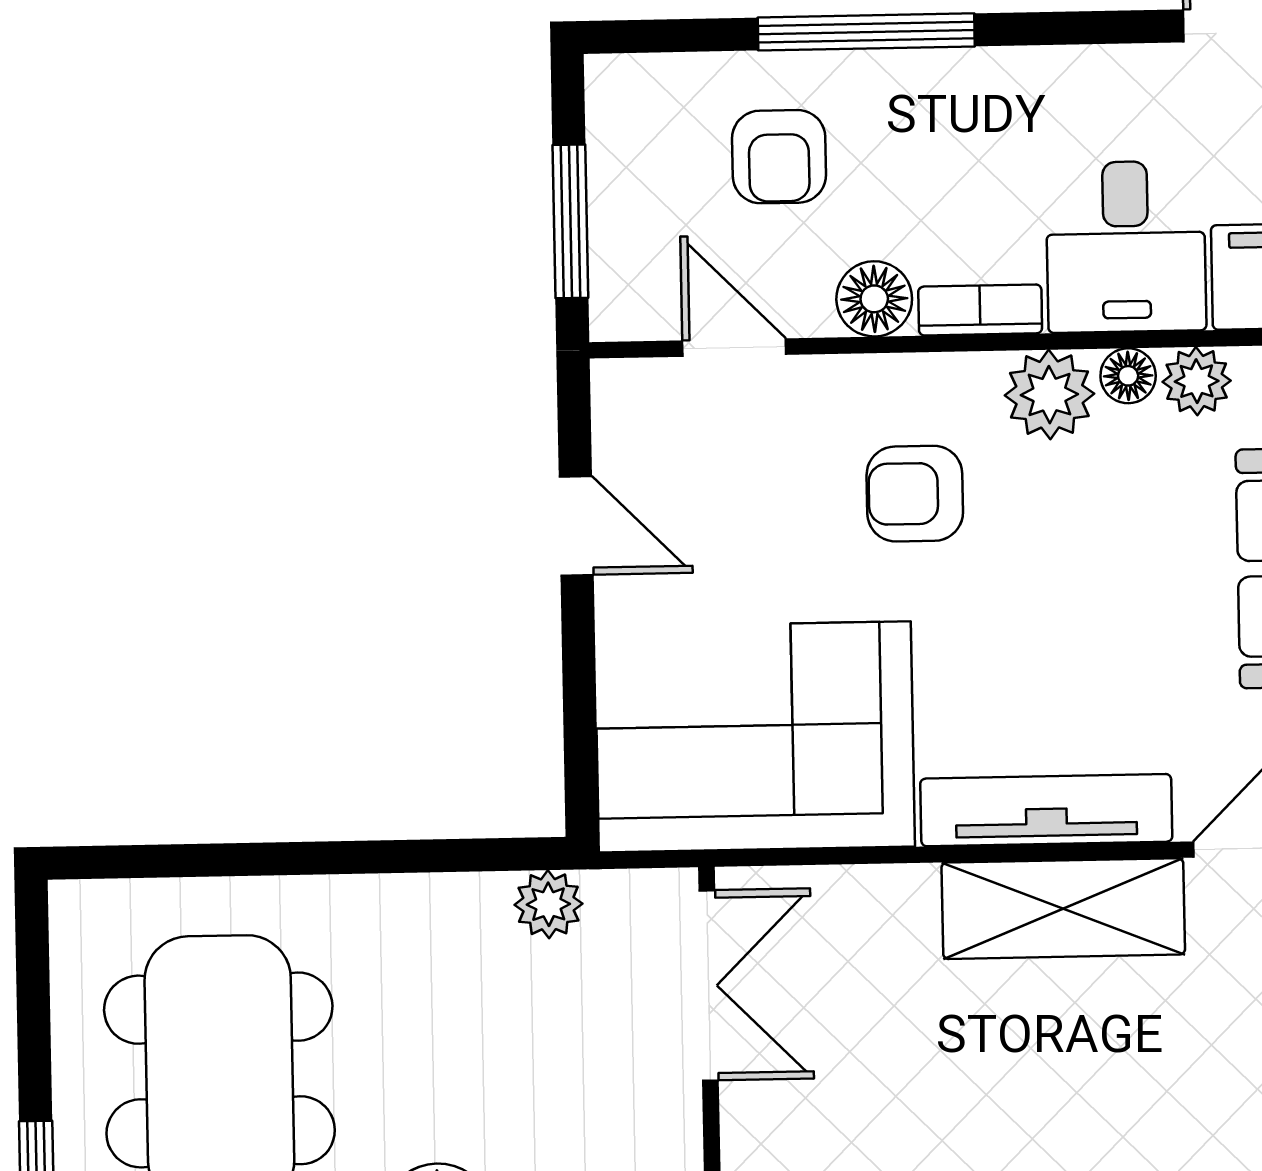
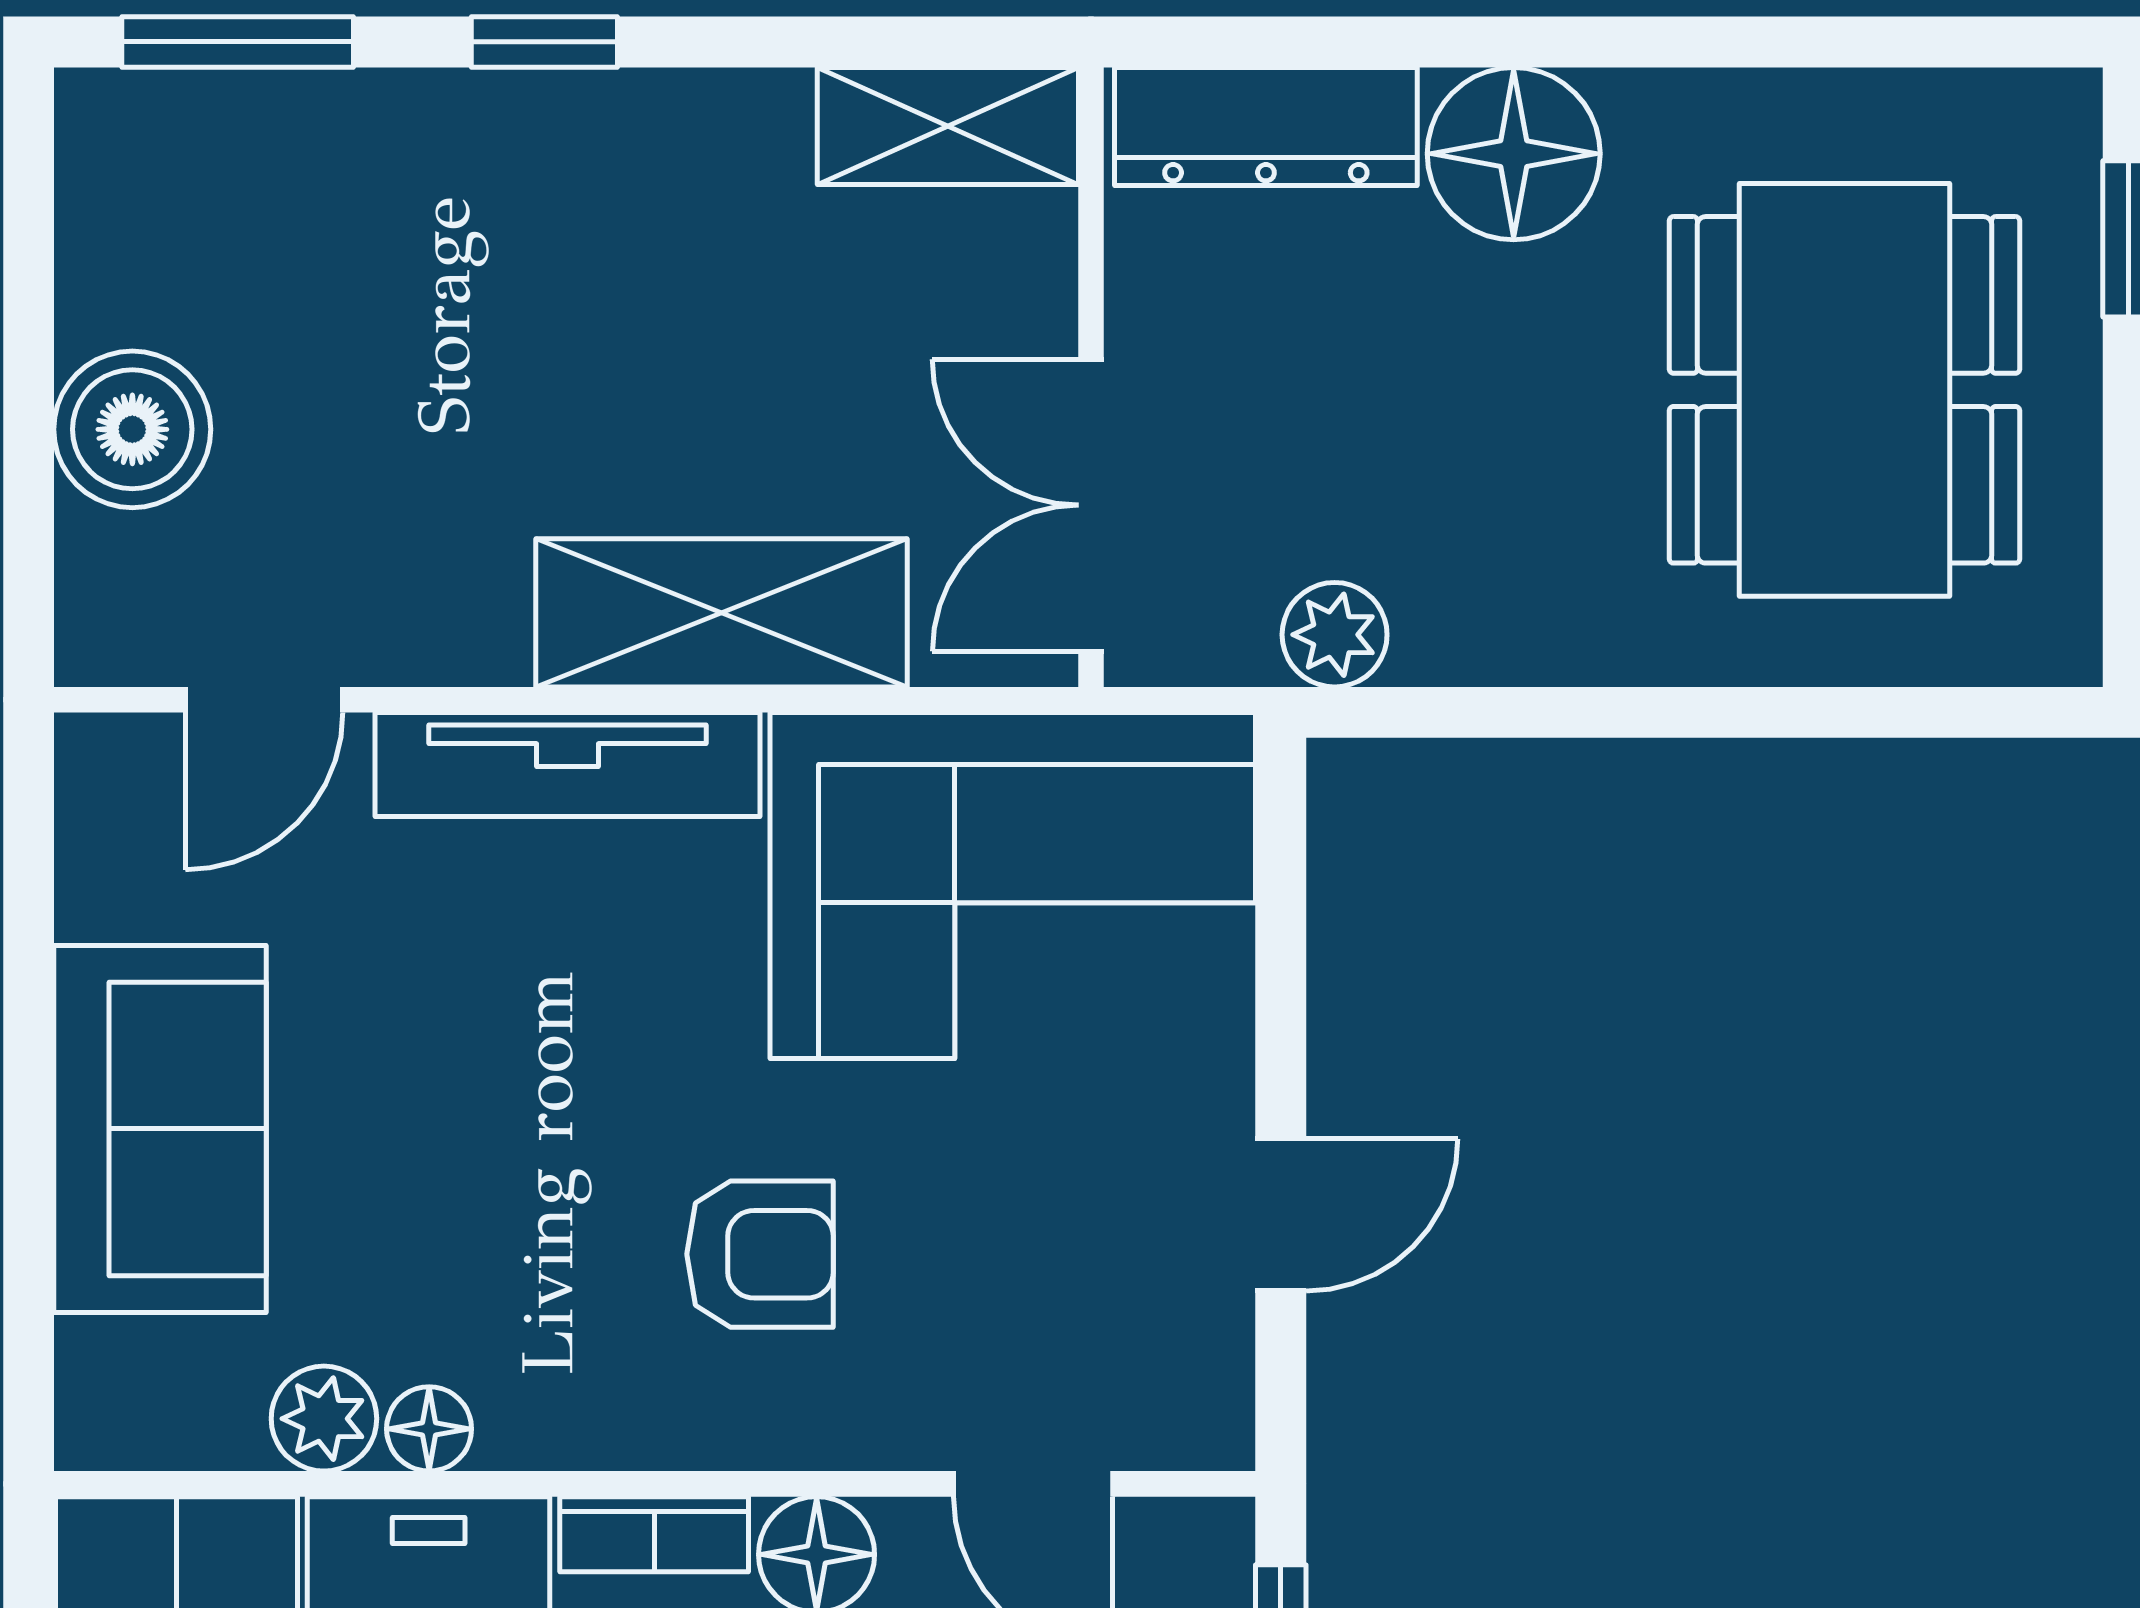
plant: (1049, 395) -> (550, 1402), removed
door: (576, 526) -> (1281, 1215), swing flipped
shelving: (1063, 909) -> (721, 613), moved

